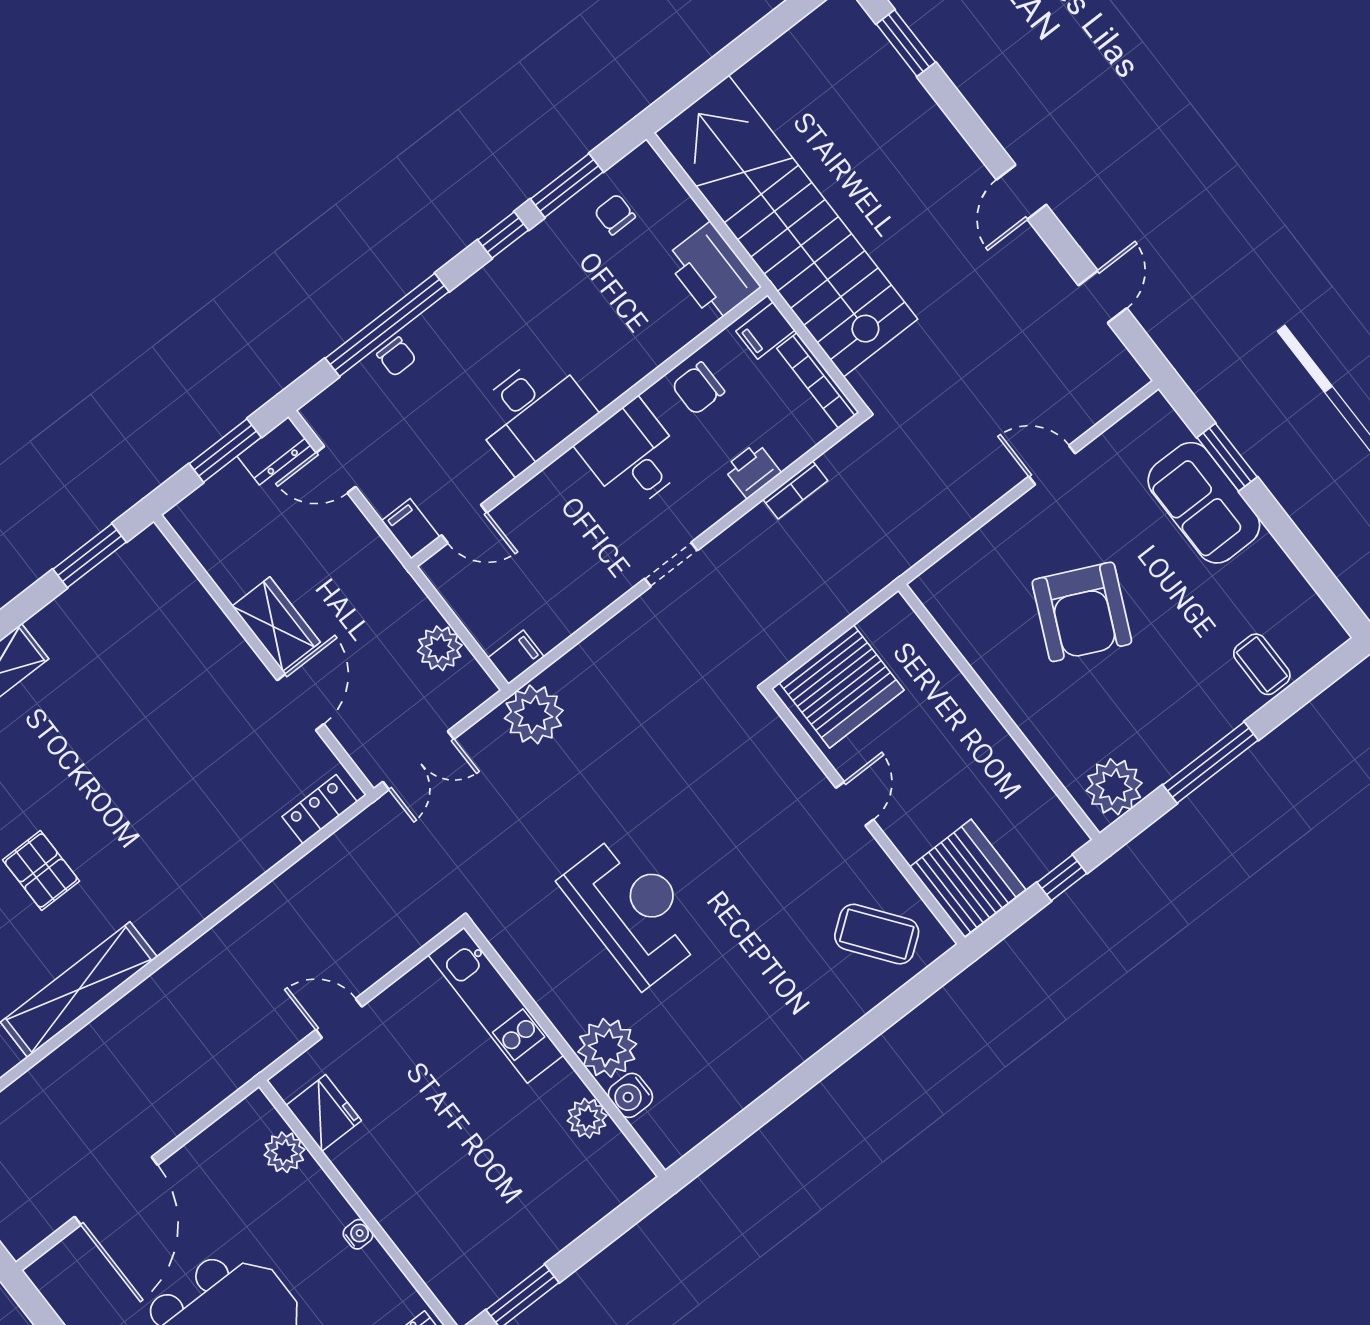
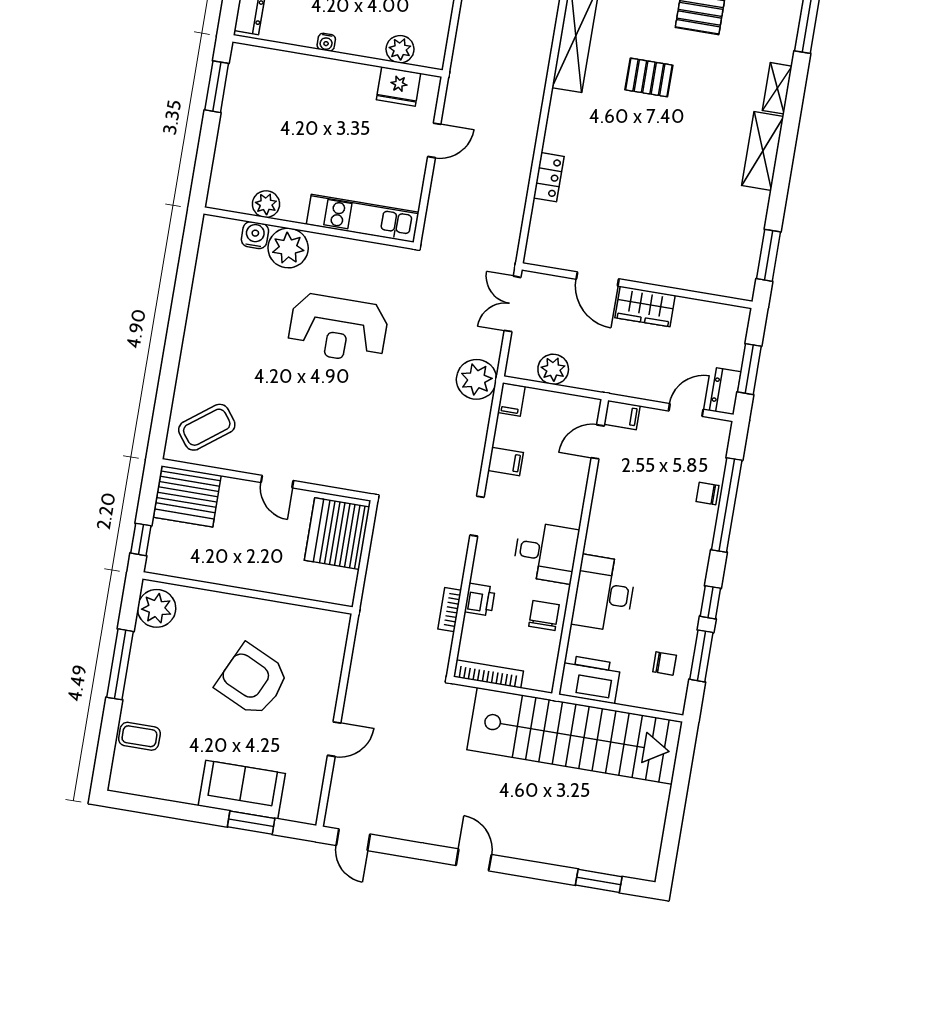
door: (1103, 297) -> (353, 840), moved
filing cabinet: (765, 331) -> (506, 461), moved, turned 90
desk: (532, 413) -> (604, 594), moved
locker: (320, 809) -> (549, 177), moved

